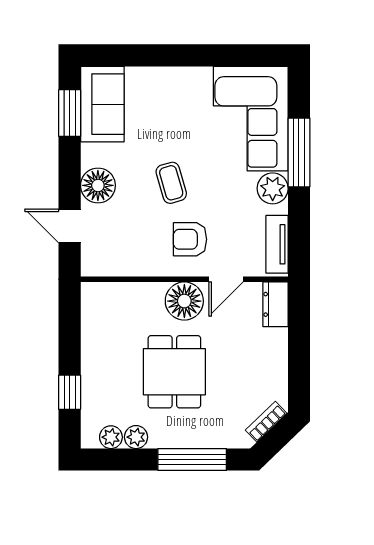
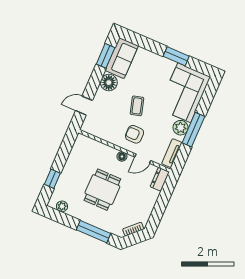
window: (205, 55) -> (176, 56), added
window: (299, 152) -> (193, 130), moved
floor lamp: (98, 185) -> (109, 83), moved
door: (70, 226) -> (84, 106), hinge flipped
floor lamp: (184, 301) -> (122, 156), width x0.53, depth x0.53
plant: (136, 437) -> (73, 211), removed

